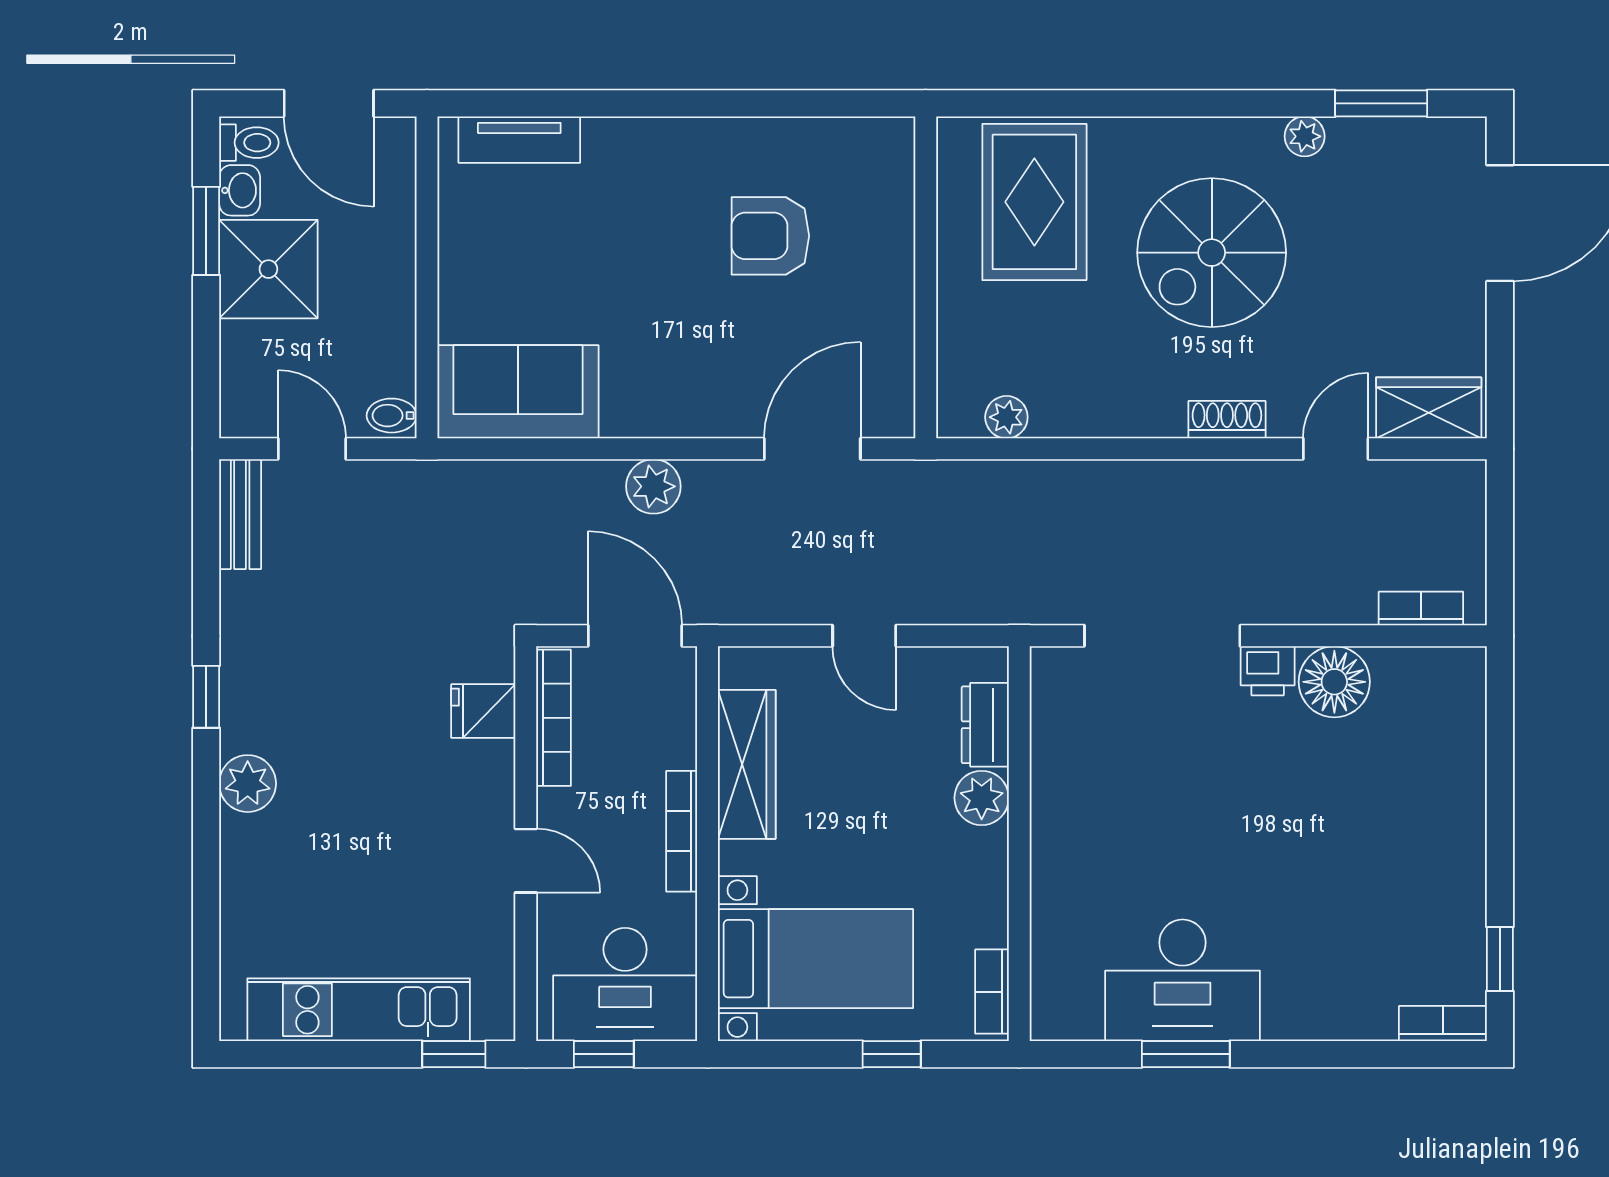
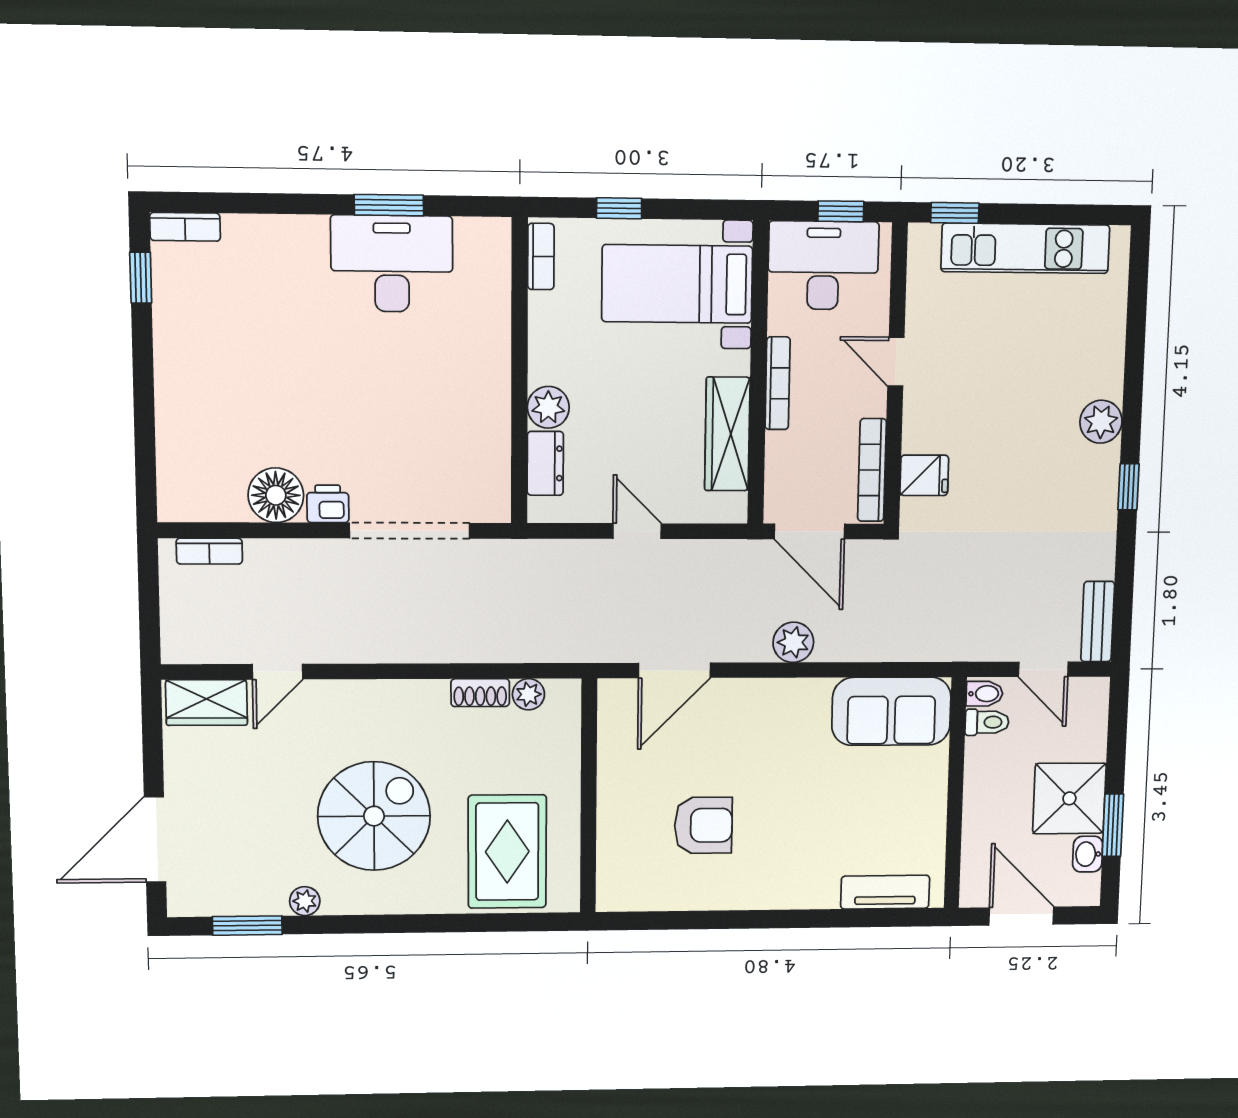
toilet: (249, 143) -> (987, 722), moved, turned 180
shoe rack: (1227, 420) -> (480, 693), moved

